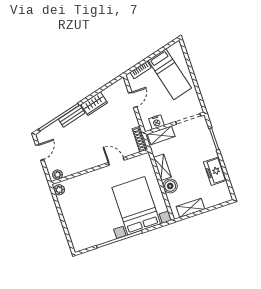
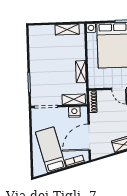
door: (133, 100) -> (89, 137), width x1.87
freezer: (215, 171) -> (37, 55), removed
boiler: (170, 186) -> (79, 53), removed

